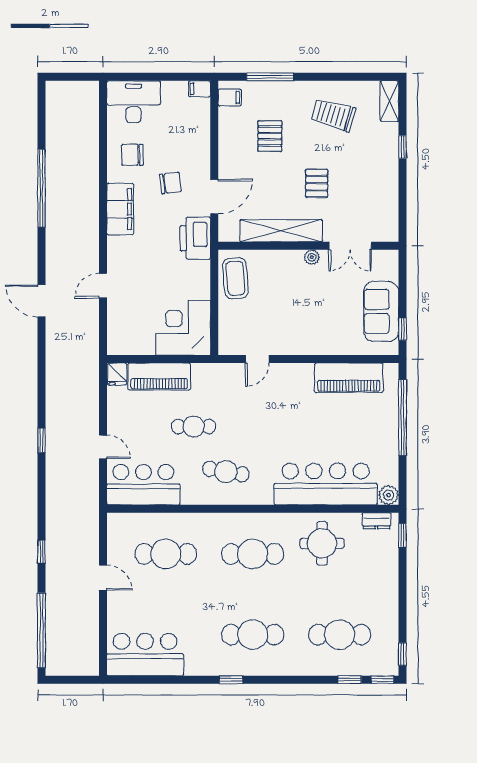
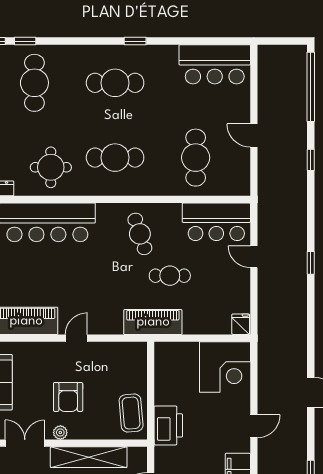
printer: (195, 238) -> (168, 425), moved
door: (103, 286) -> (254, 426), moved
armchair: (303, 296) -> (68, 397), added
corner desk: (183, 328) -> (225, 367), moved
door: (257, 359) -> (76, 338), moved
piano: (159, 376) -> (153, 322), moved
cafe table: (226, 472) -> (140, 234), turned 62
cafe table: (166, 554) -> (196, 158), turned 90
cafe table: (340, 635) -> (34, 83), turned 90

